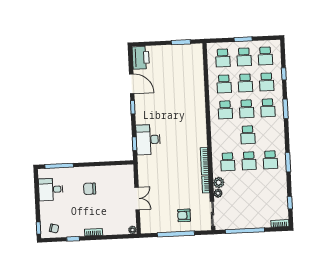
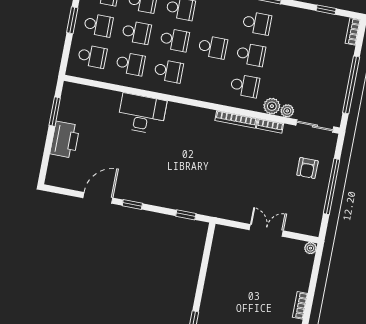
printer: (141, 58) -> (65, 140), moved, turned 90
desk: (148, 140) -> (142, 114), moved, turned 180
chair: (90, 189) -> (236, 296), removed

